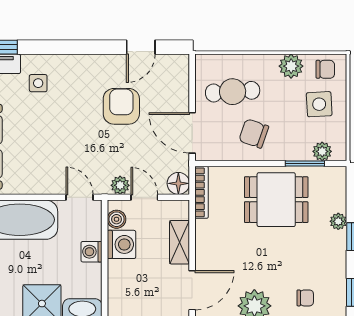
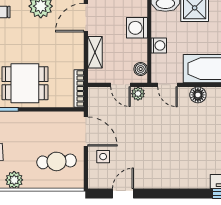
side table: (38, 83) -> (103, 157), moved
armchair: (121, 106) -> (137, 151), removed
chair: (254, 133) -> (41, 131), removed
floor lamp: (178, 183) -> (198, 95), moved
washing machine: (121, 244) -> (137, 28), moved

